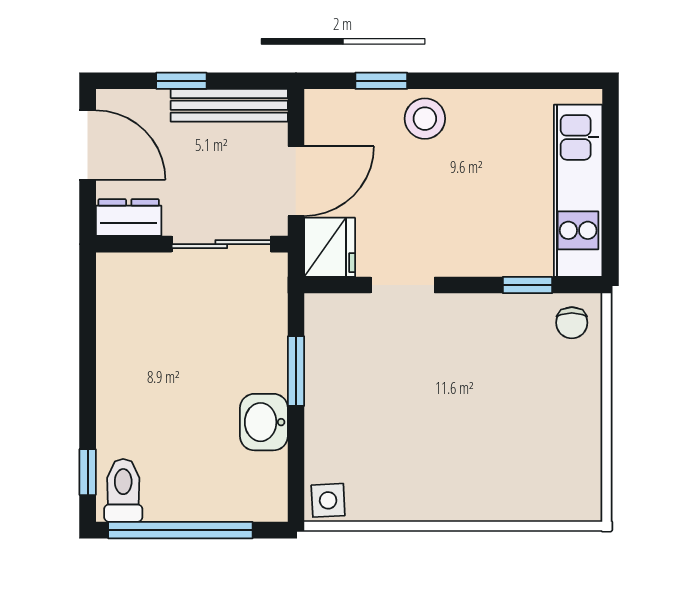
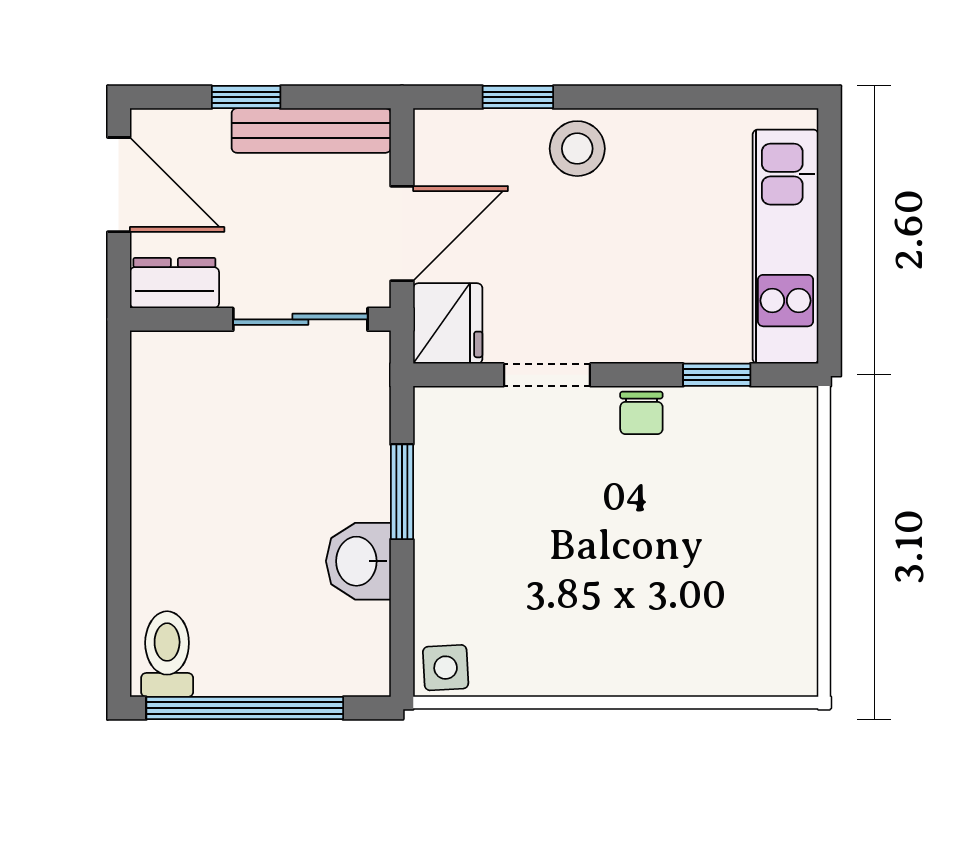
chair: (572, 323) -> (641, 413), moved
window: (88, 472) -> (119, 629), removed

